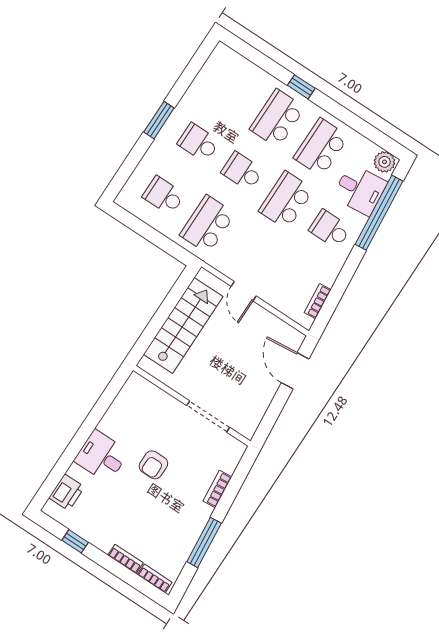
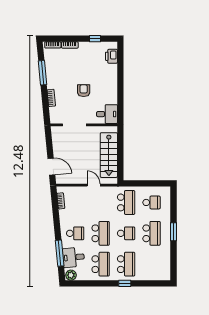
school desk: (199, 142) -> (151, 233), width x1.85
window: (379, 213) -> (60, 253), width x0.68
desk: (102, 456) -> (107, 114), moved

